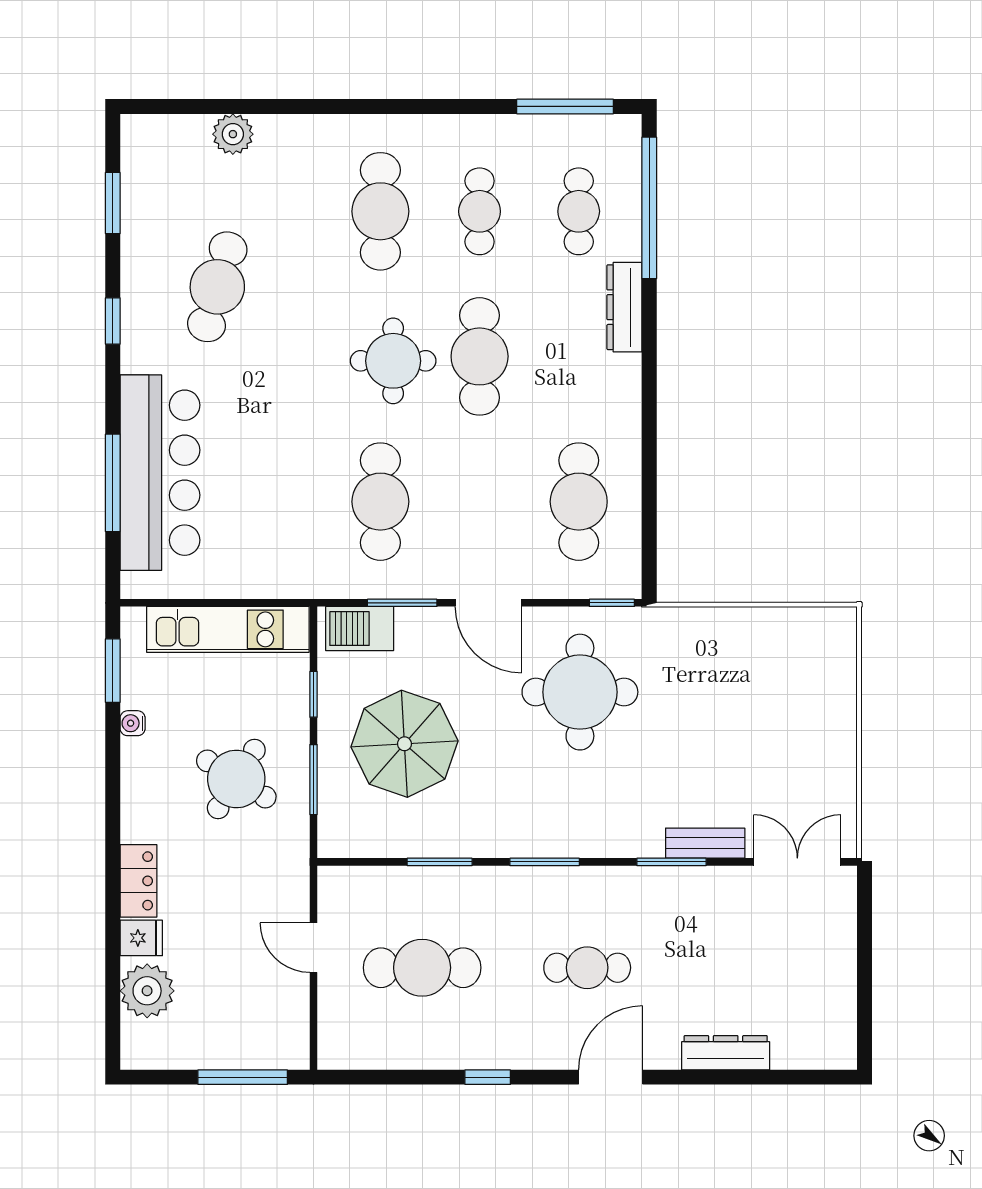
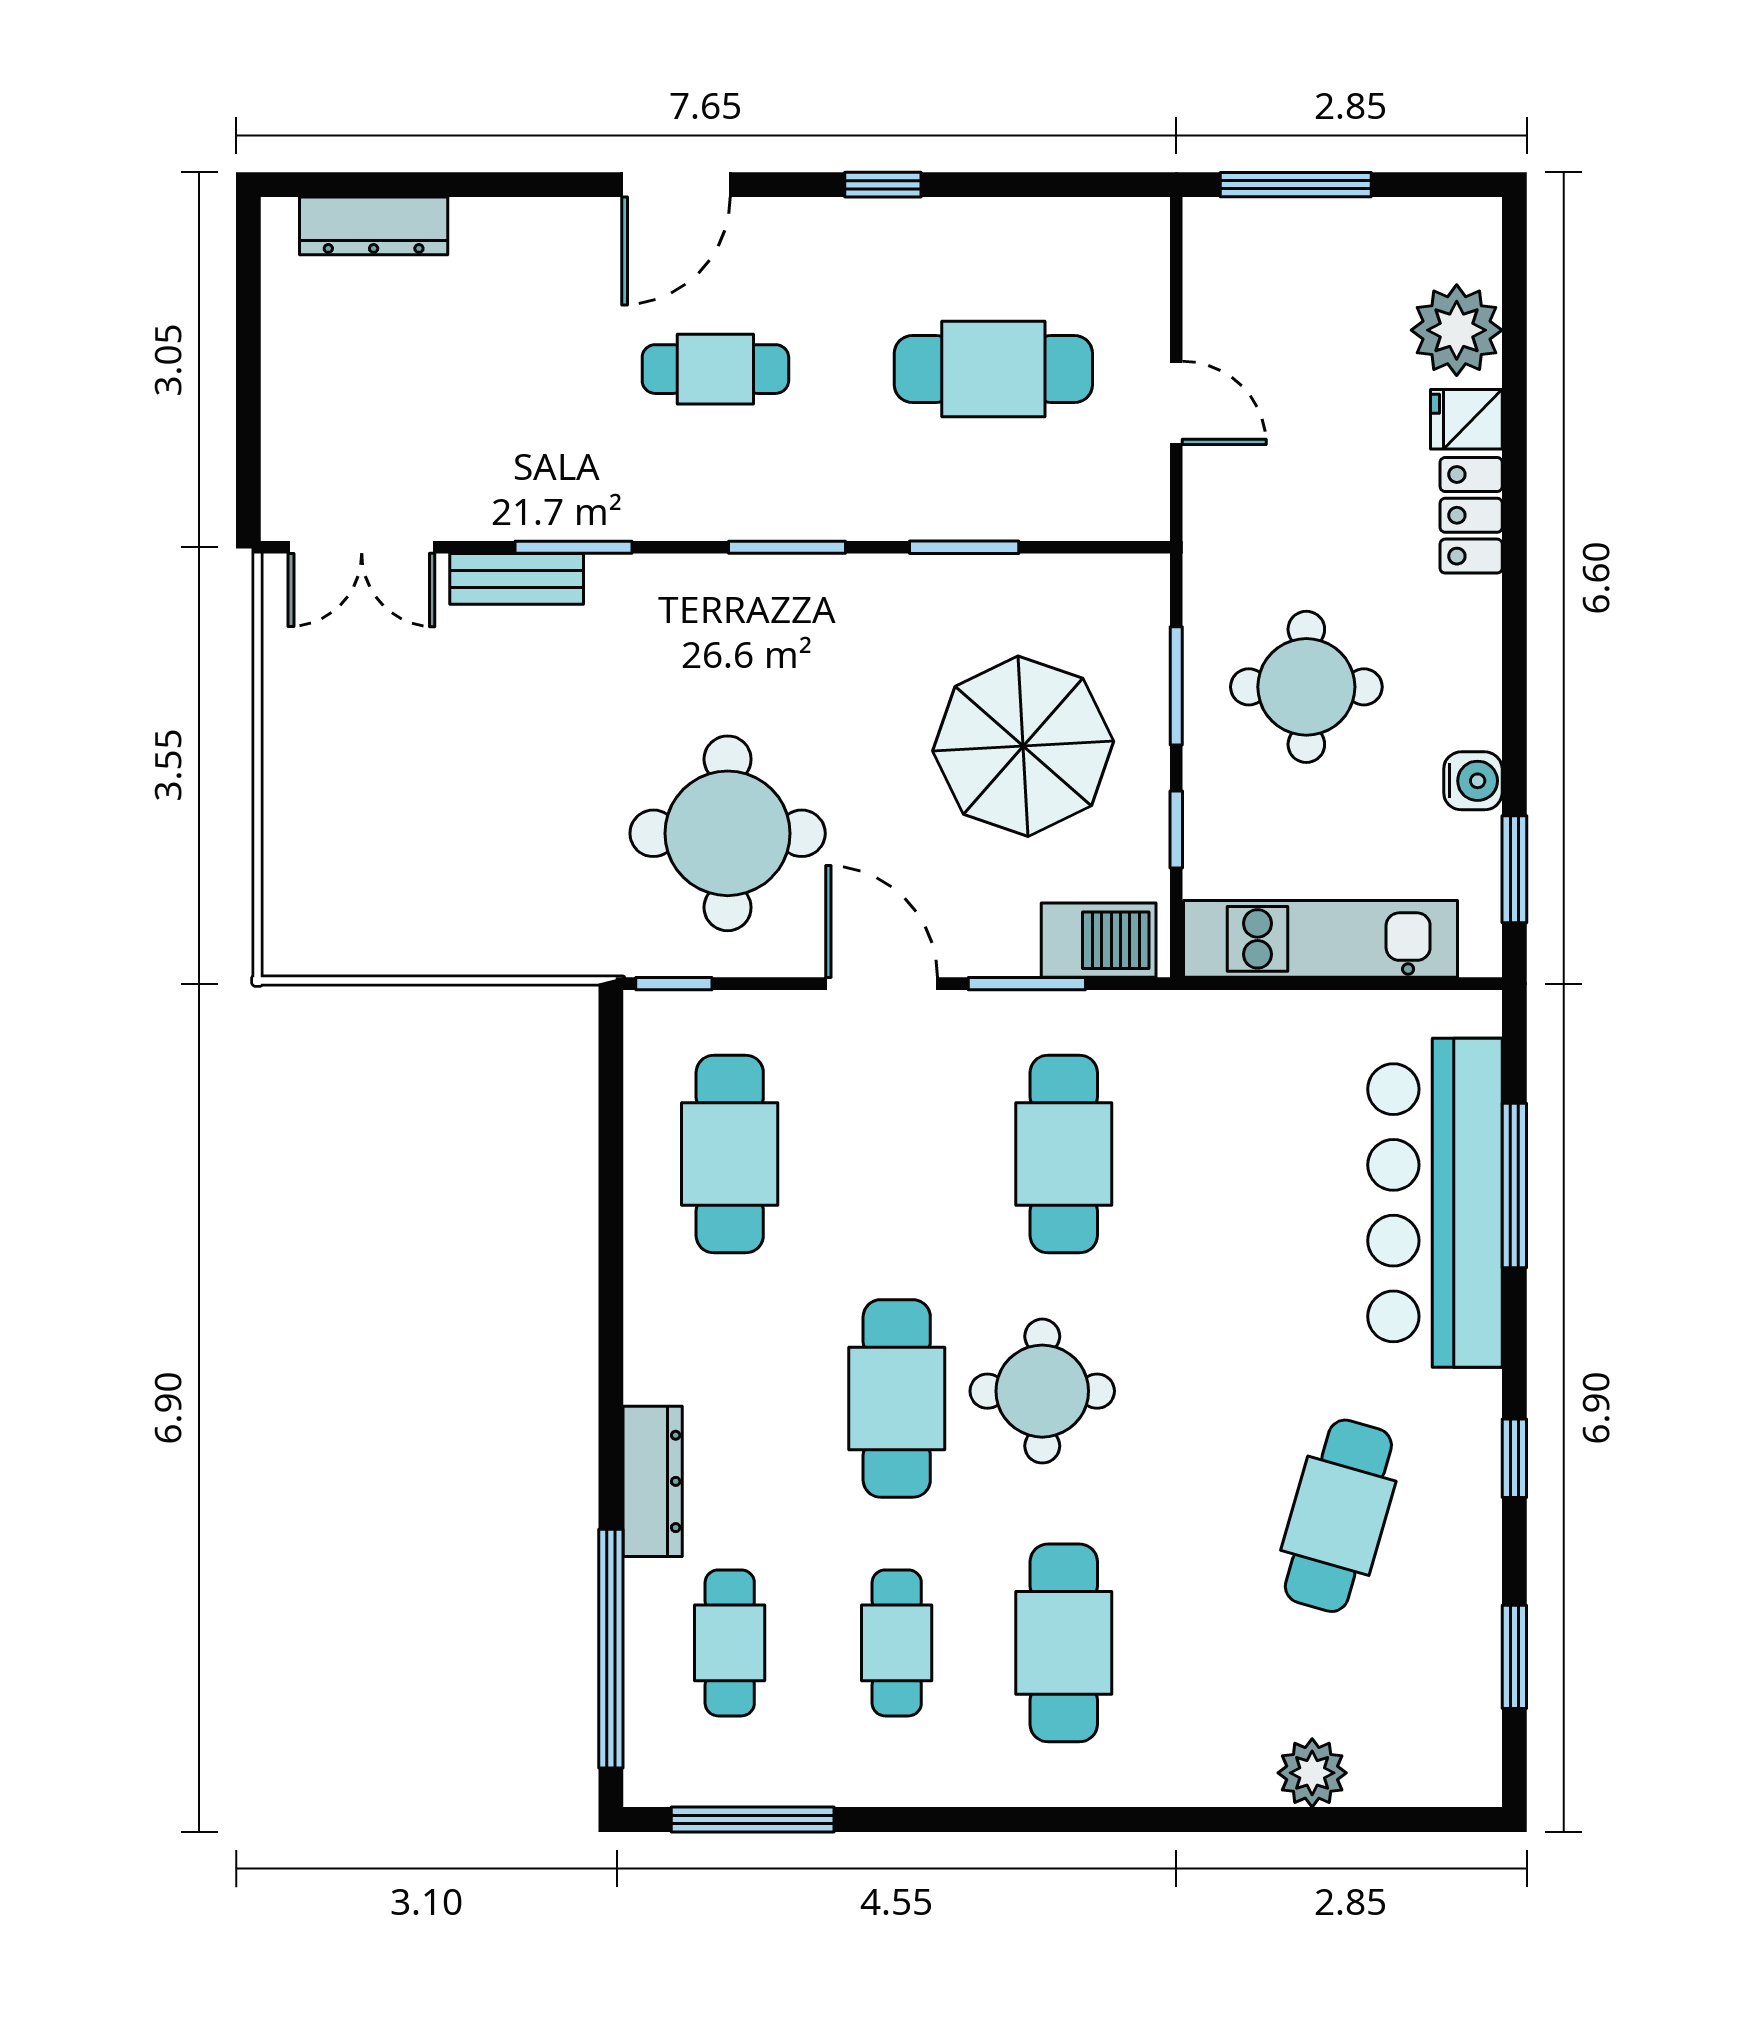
water cooler: (133, 723) -> (1473, 781), width x1.38, depth x1.38
round table: (236, 779) -> (1306, 687), turned -32
dresser: (726, 1053) -> (374, 226), moved

